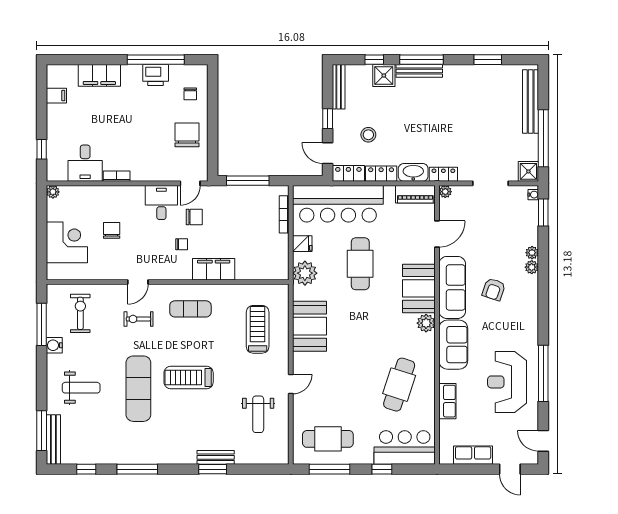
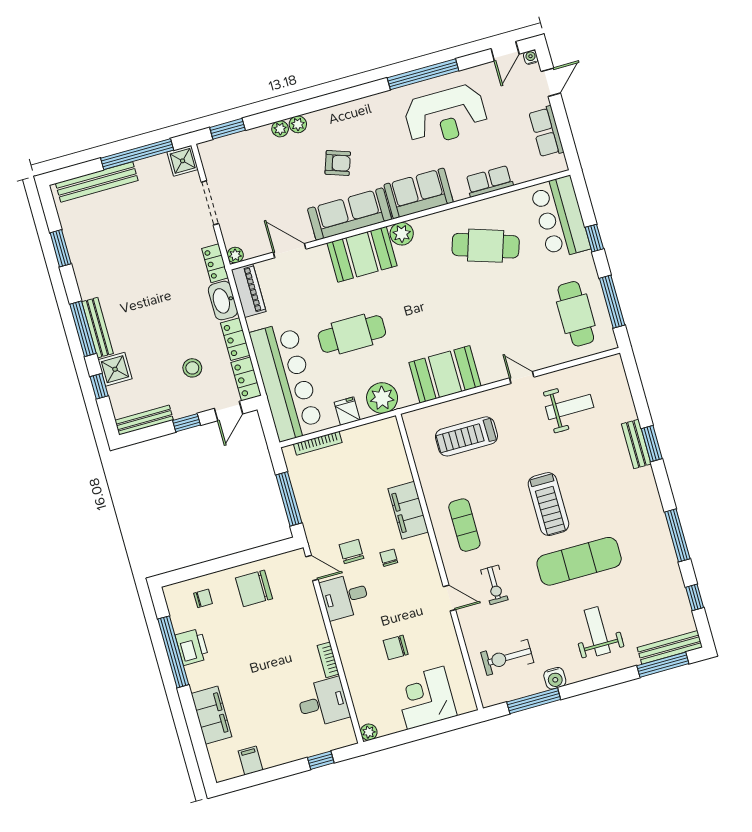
water cooler: (533, 195) -> (531, 57), moved

